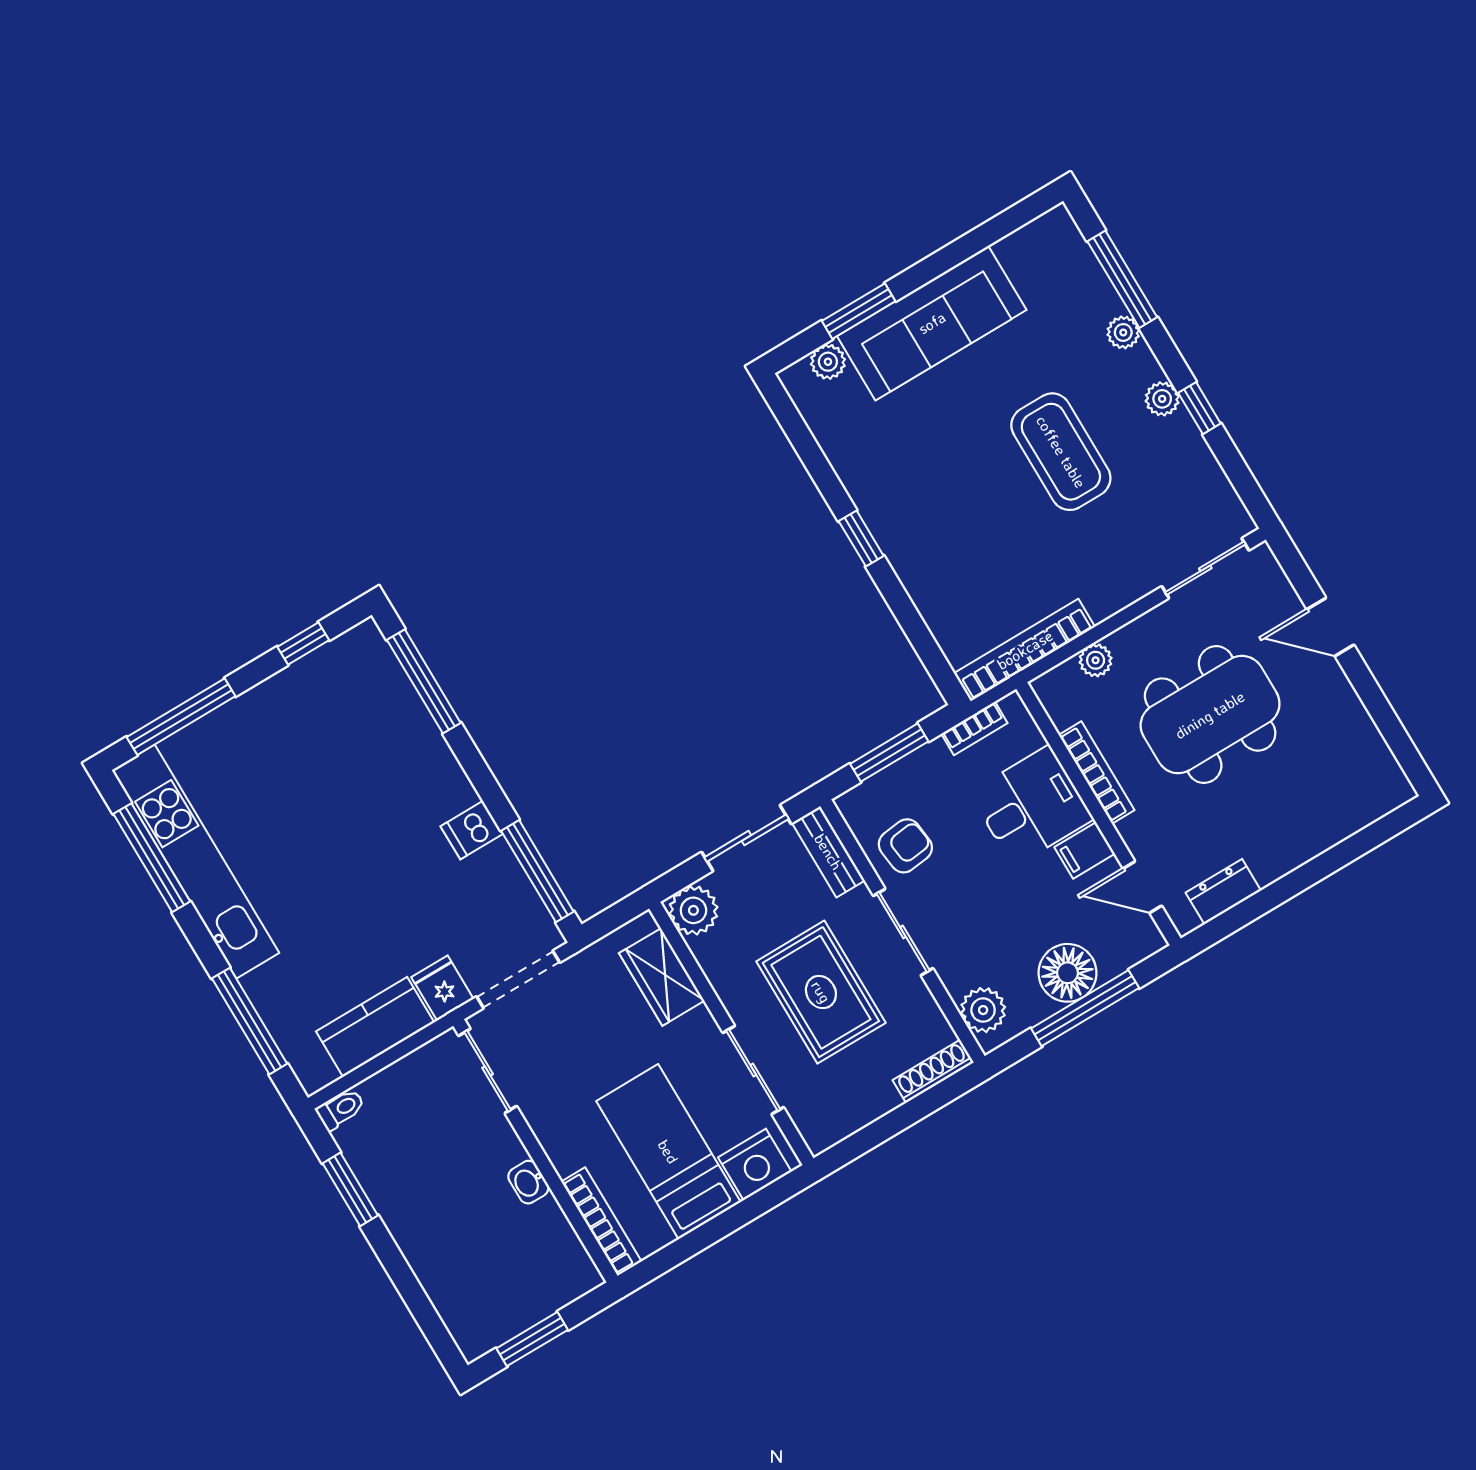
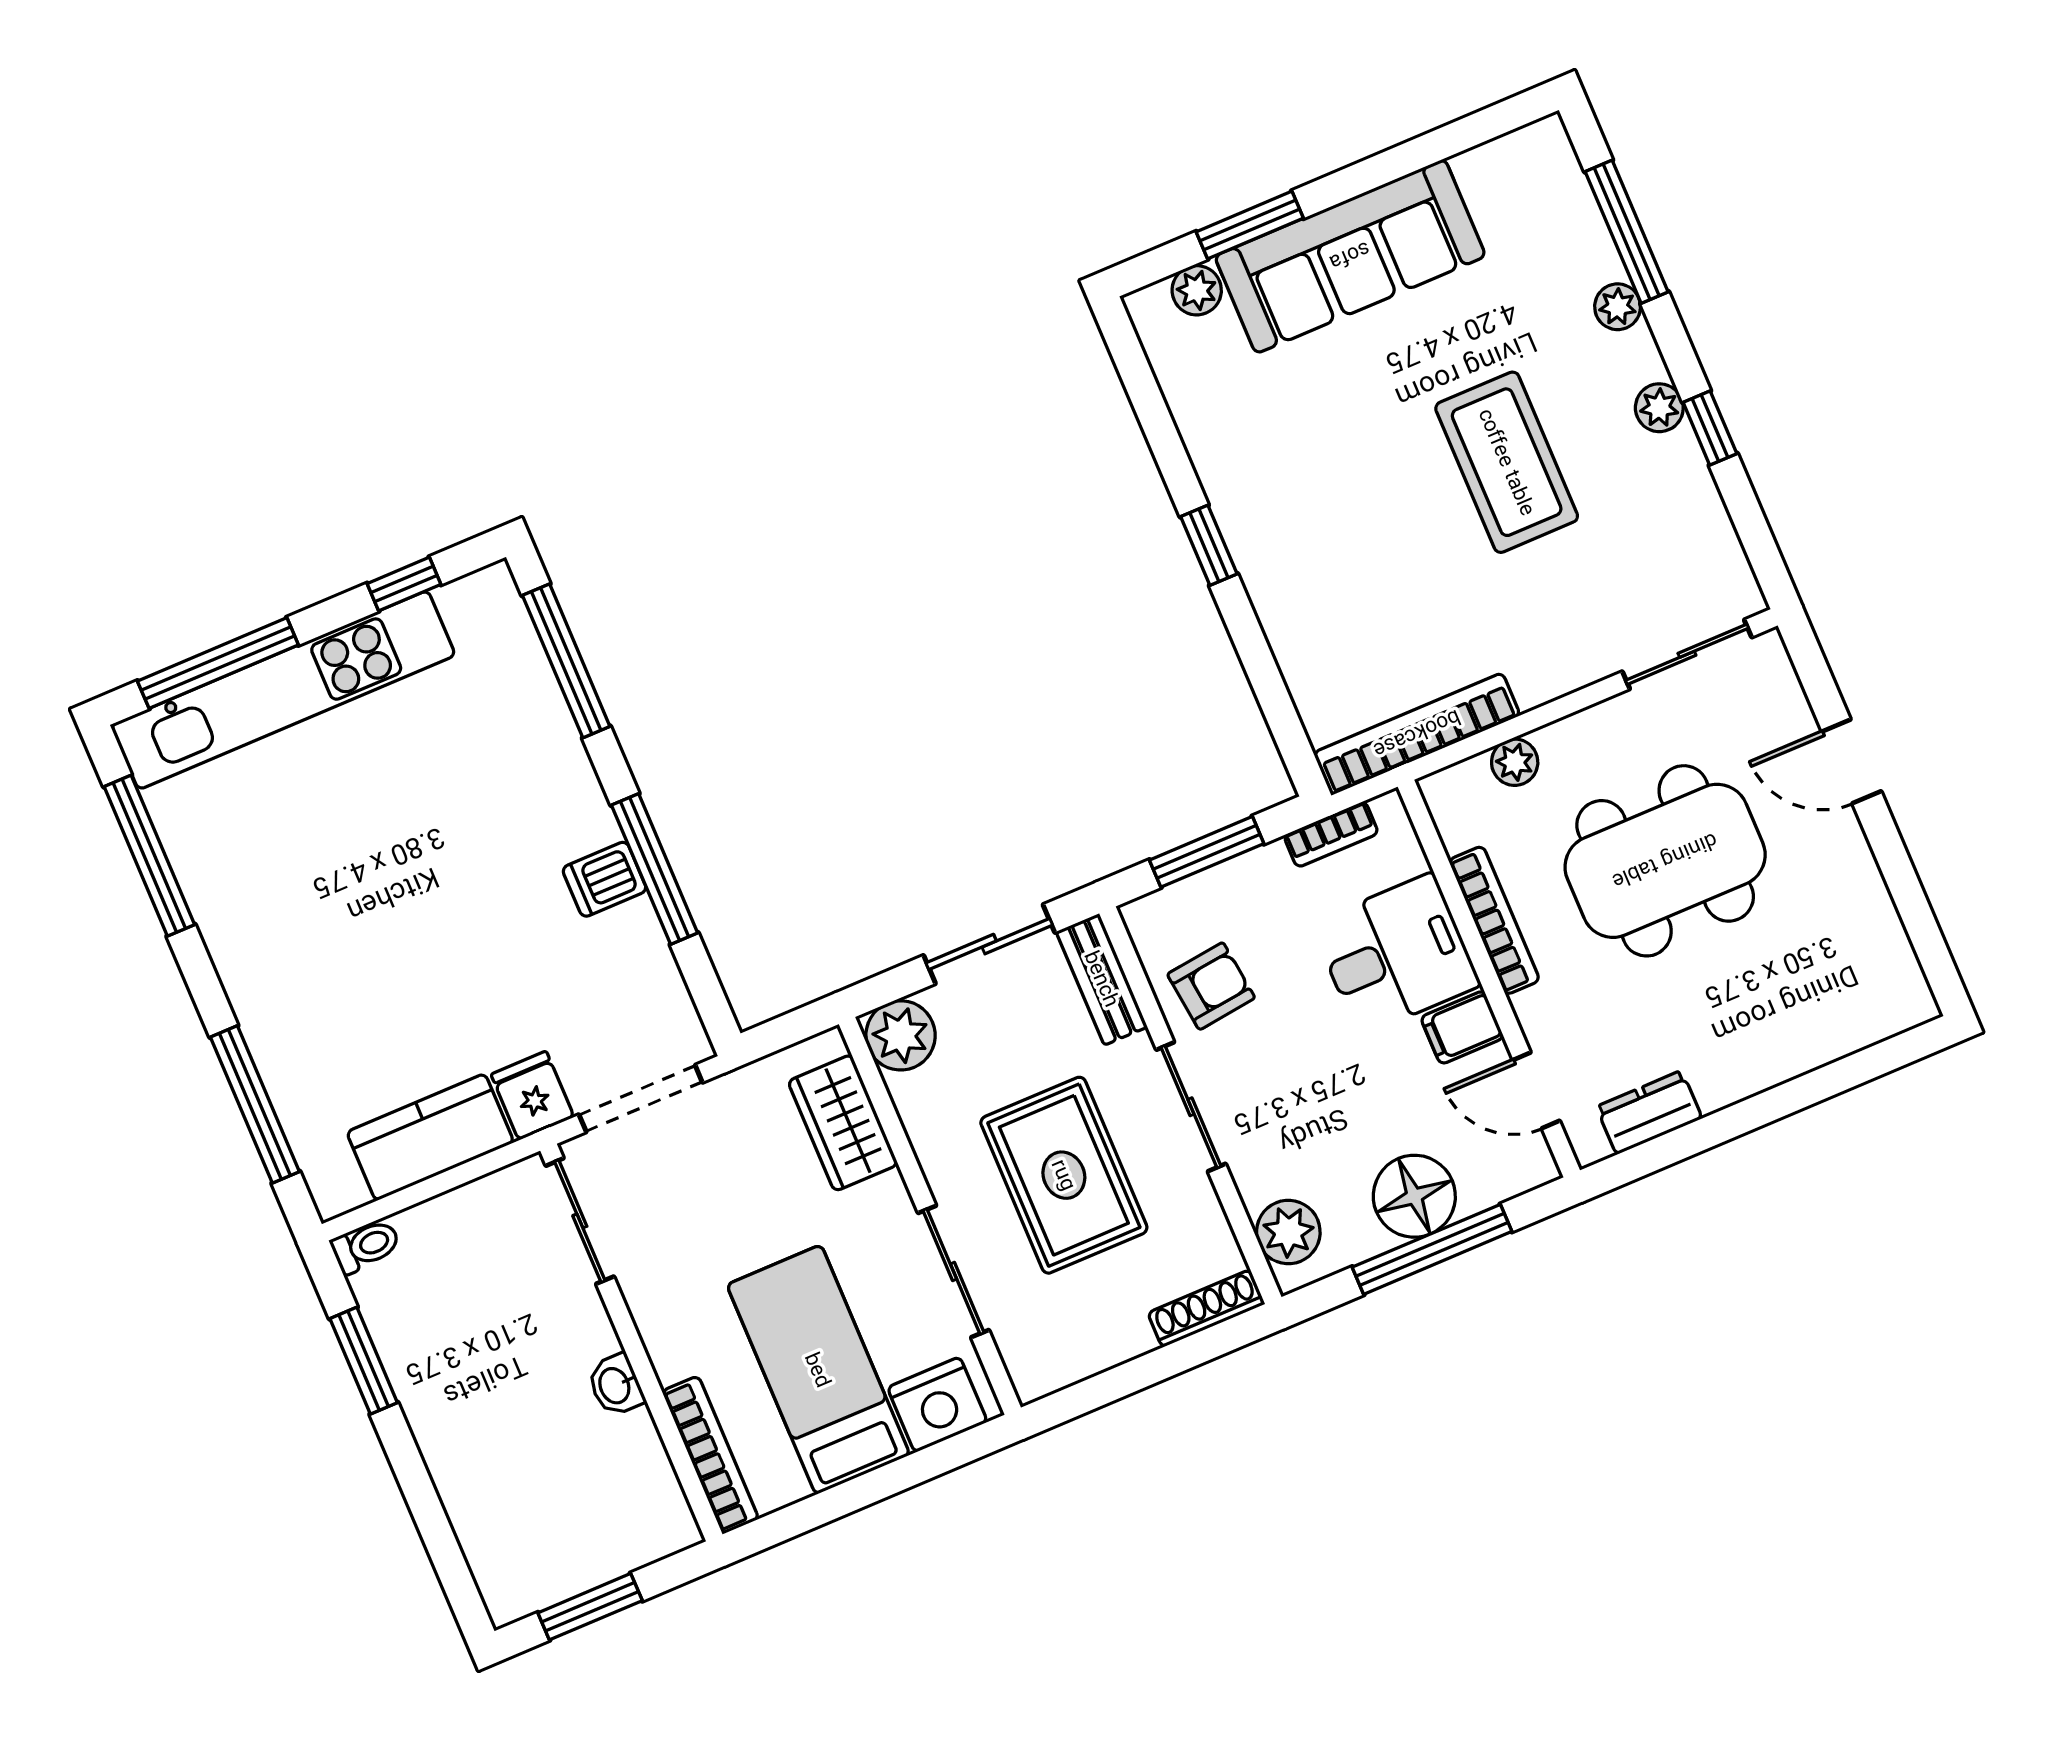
kitchen unit: (195, 862) -> (283, 690), moved, turned 90
window: (537, 871) -> (655, 869), moved

